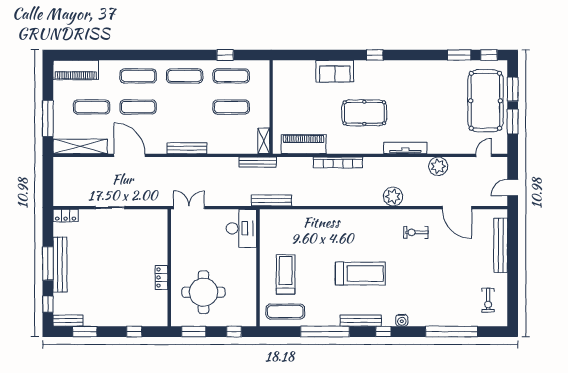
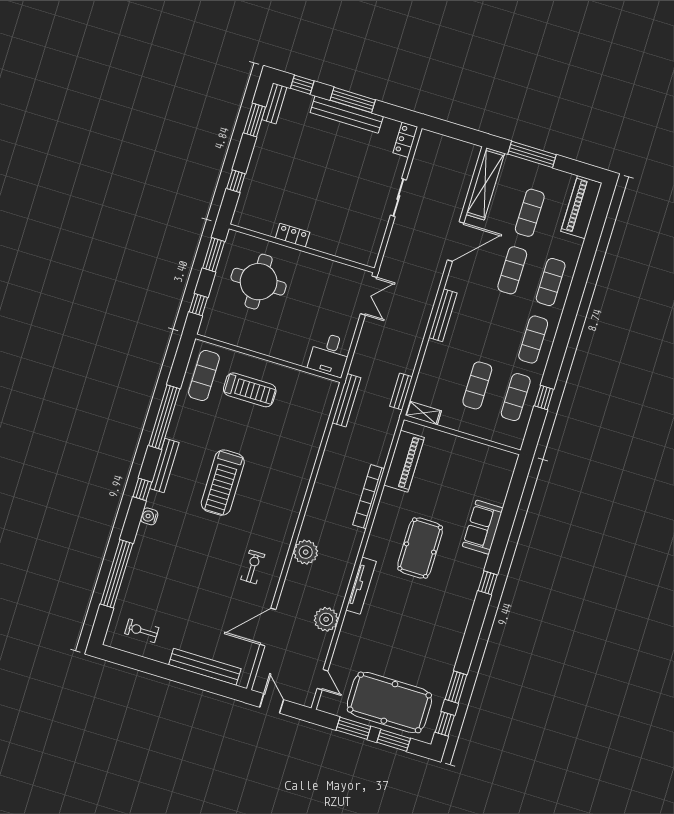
bench: (258, 162) -> (401, 391), width x0.73
desk: (241, 228) -> (330, 355), width x0.73

